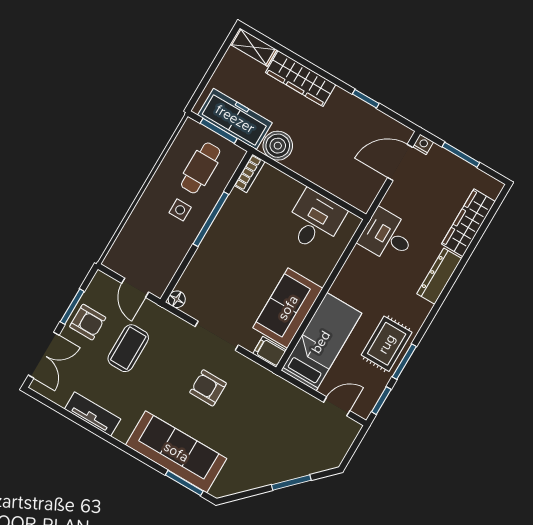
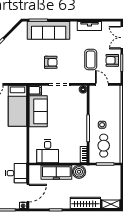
freezer: (235, 119) -> (56, 172), moved
desk: (387, 236) -> (16, 173), moved

